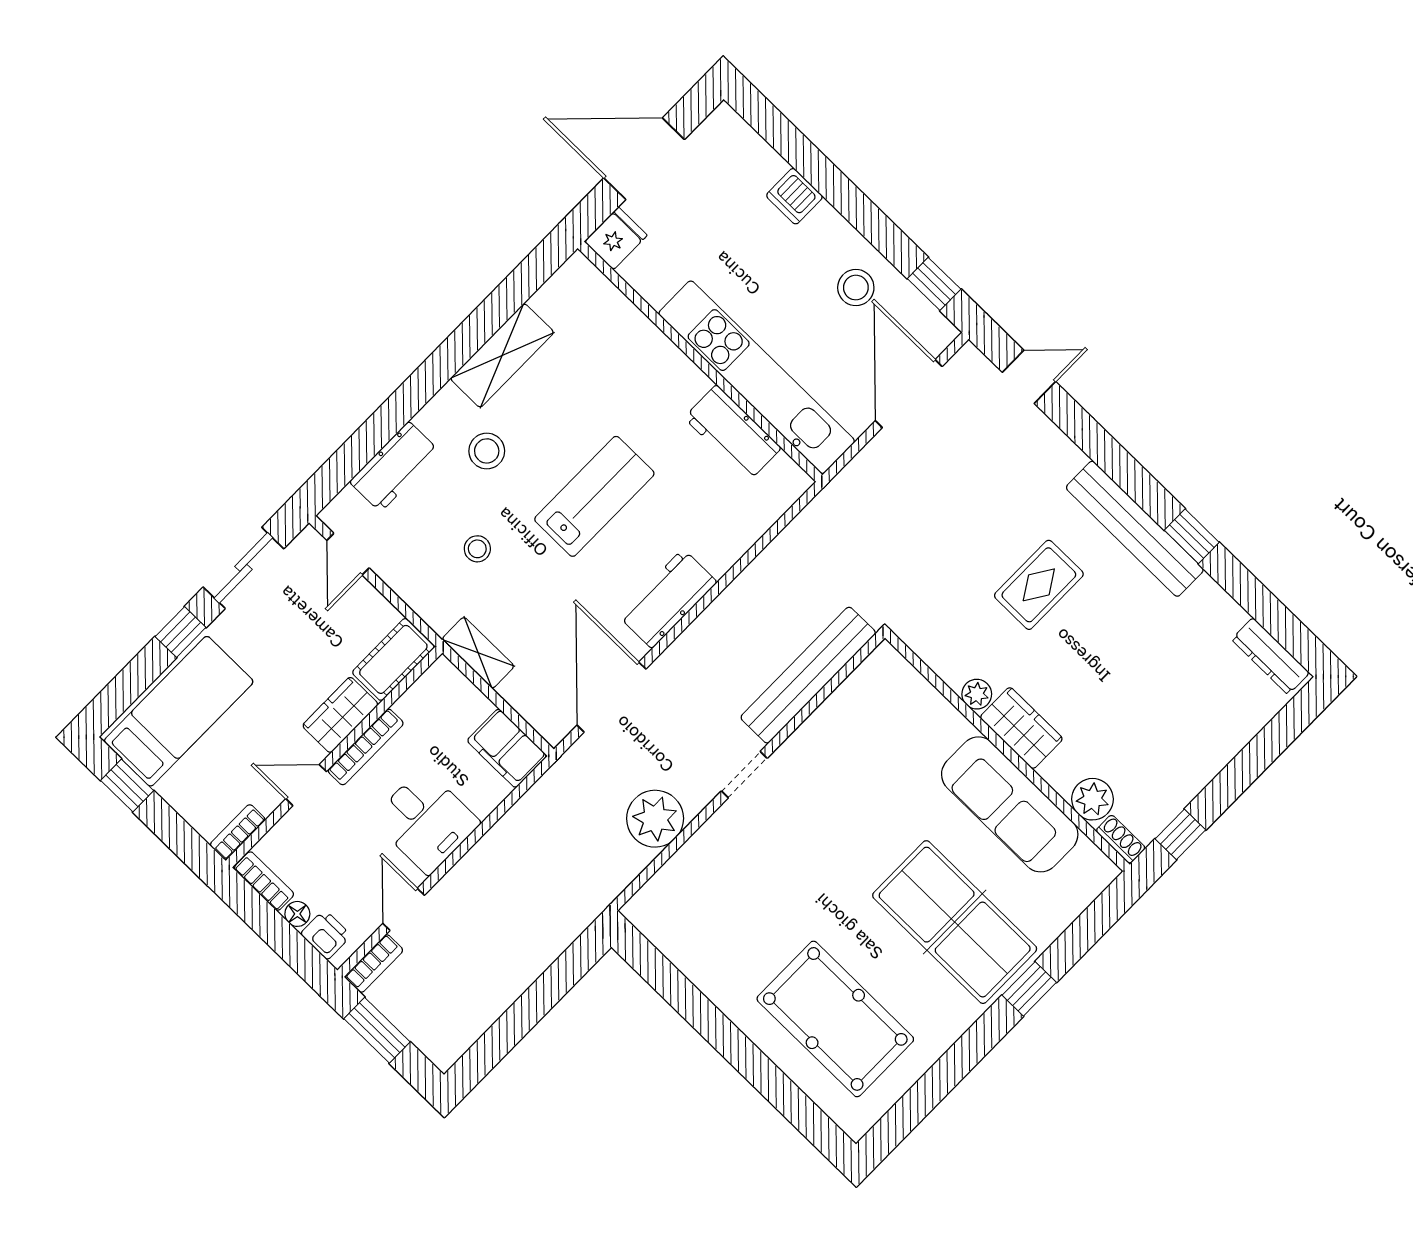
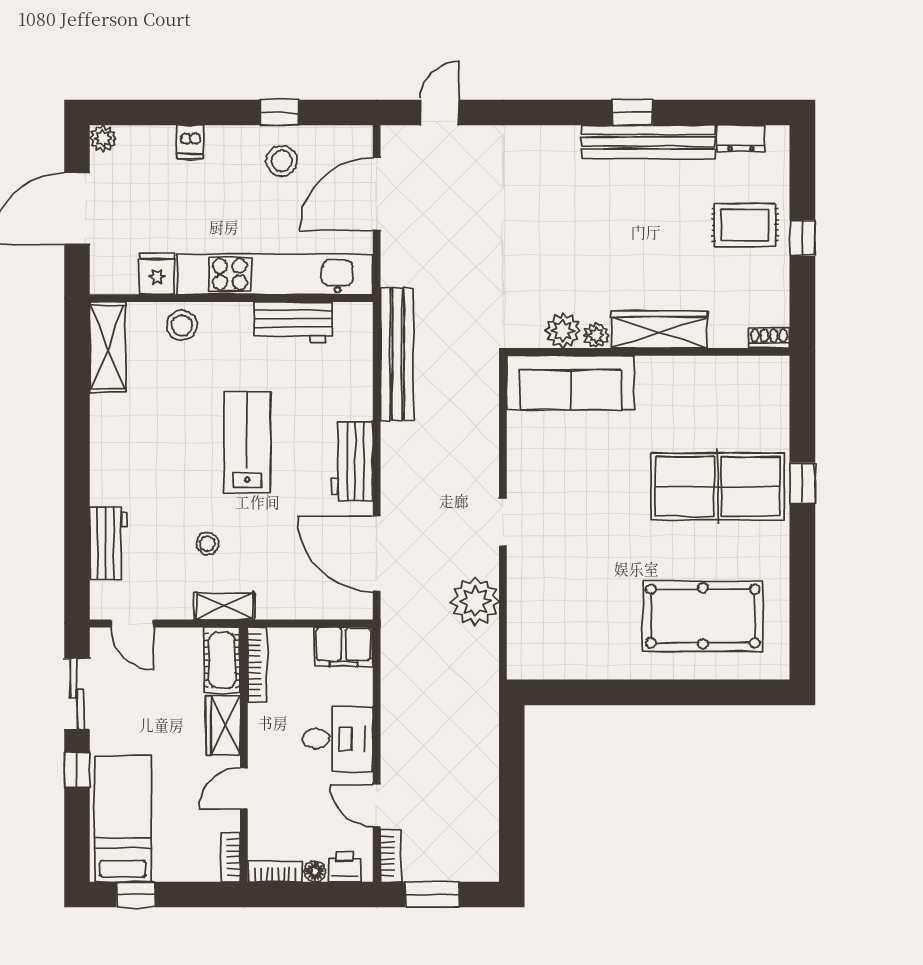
plant: (724, 121) -> (103, 138), added
dishwasher: (794, 196) -> (190, 142), width x0.73
fridge: (616, 238) -> (157, 274), moved
window: (934, 284) -> (279, 112), moved
shelving: (502, 355) -> (108, 347), moved
door: (909, 394) -> (377, 194), hinge flipped
stool: (487, 451) -> (182, 325), moved
bench: (1135, 529) -> (648, 142), moved
rug: (1039, 585) -> (745, 225), moved, turned 90
shelving: (478, 653) -> (225, 606), moved
dresser: (1270, 656) -> (741, 138), width x0.70
bench: (808, 675) -> (397, 354), moved
wardrobe: (1021, 728) -> (659, 330), width x1.50
bookcase: (366, 747) -> (257, 665), moved
plant: (1093, 799) -> (563, 330), moved
sofa: (1010, 804) -> (570, 383), moved
window: (1180, 834) -> (802, 238), moved

